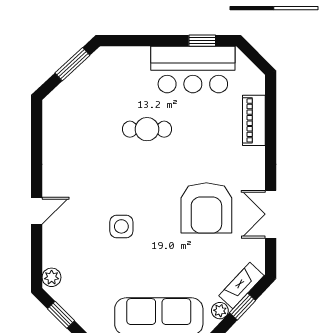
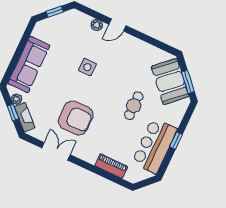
window: (202, 41) -> (176, 141), moved
booth: (85, 91) -> (170, 81), added
armchair: (206, 208) -> (76, 118), turned 180
door: (37, 211) -> (117, 25), hinge flipped
plant: (52, 277) -> (97, 25), moved

